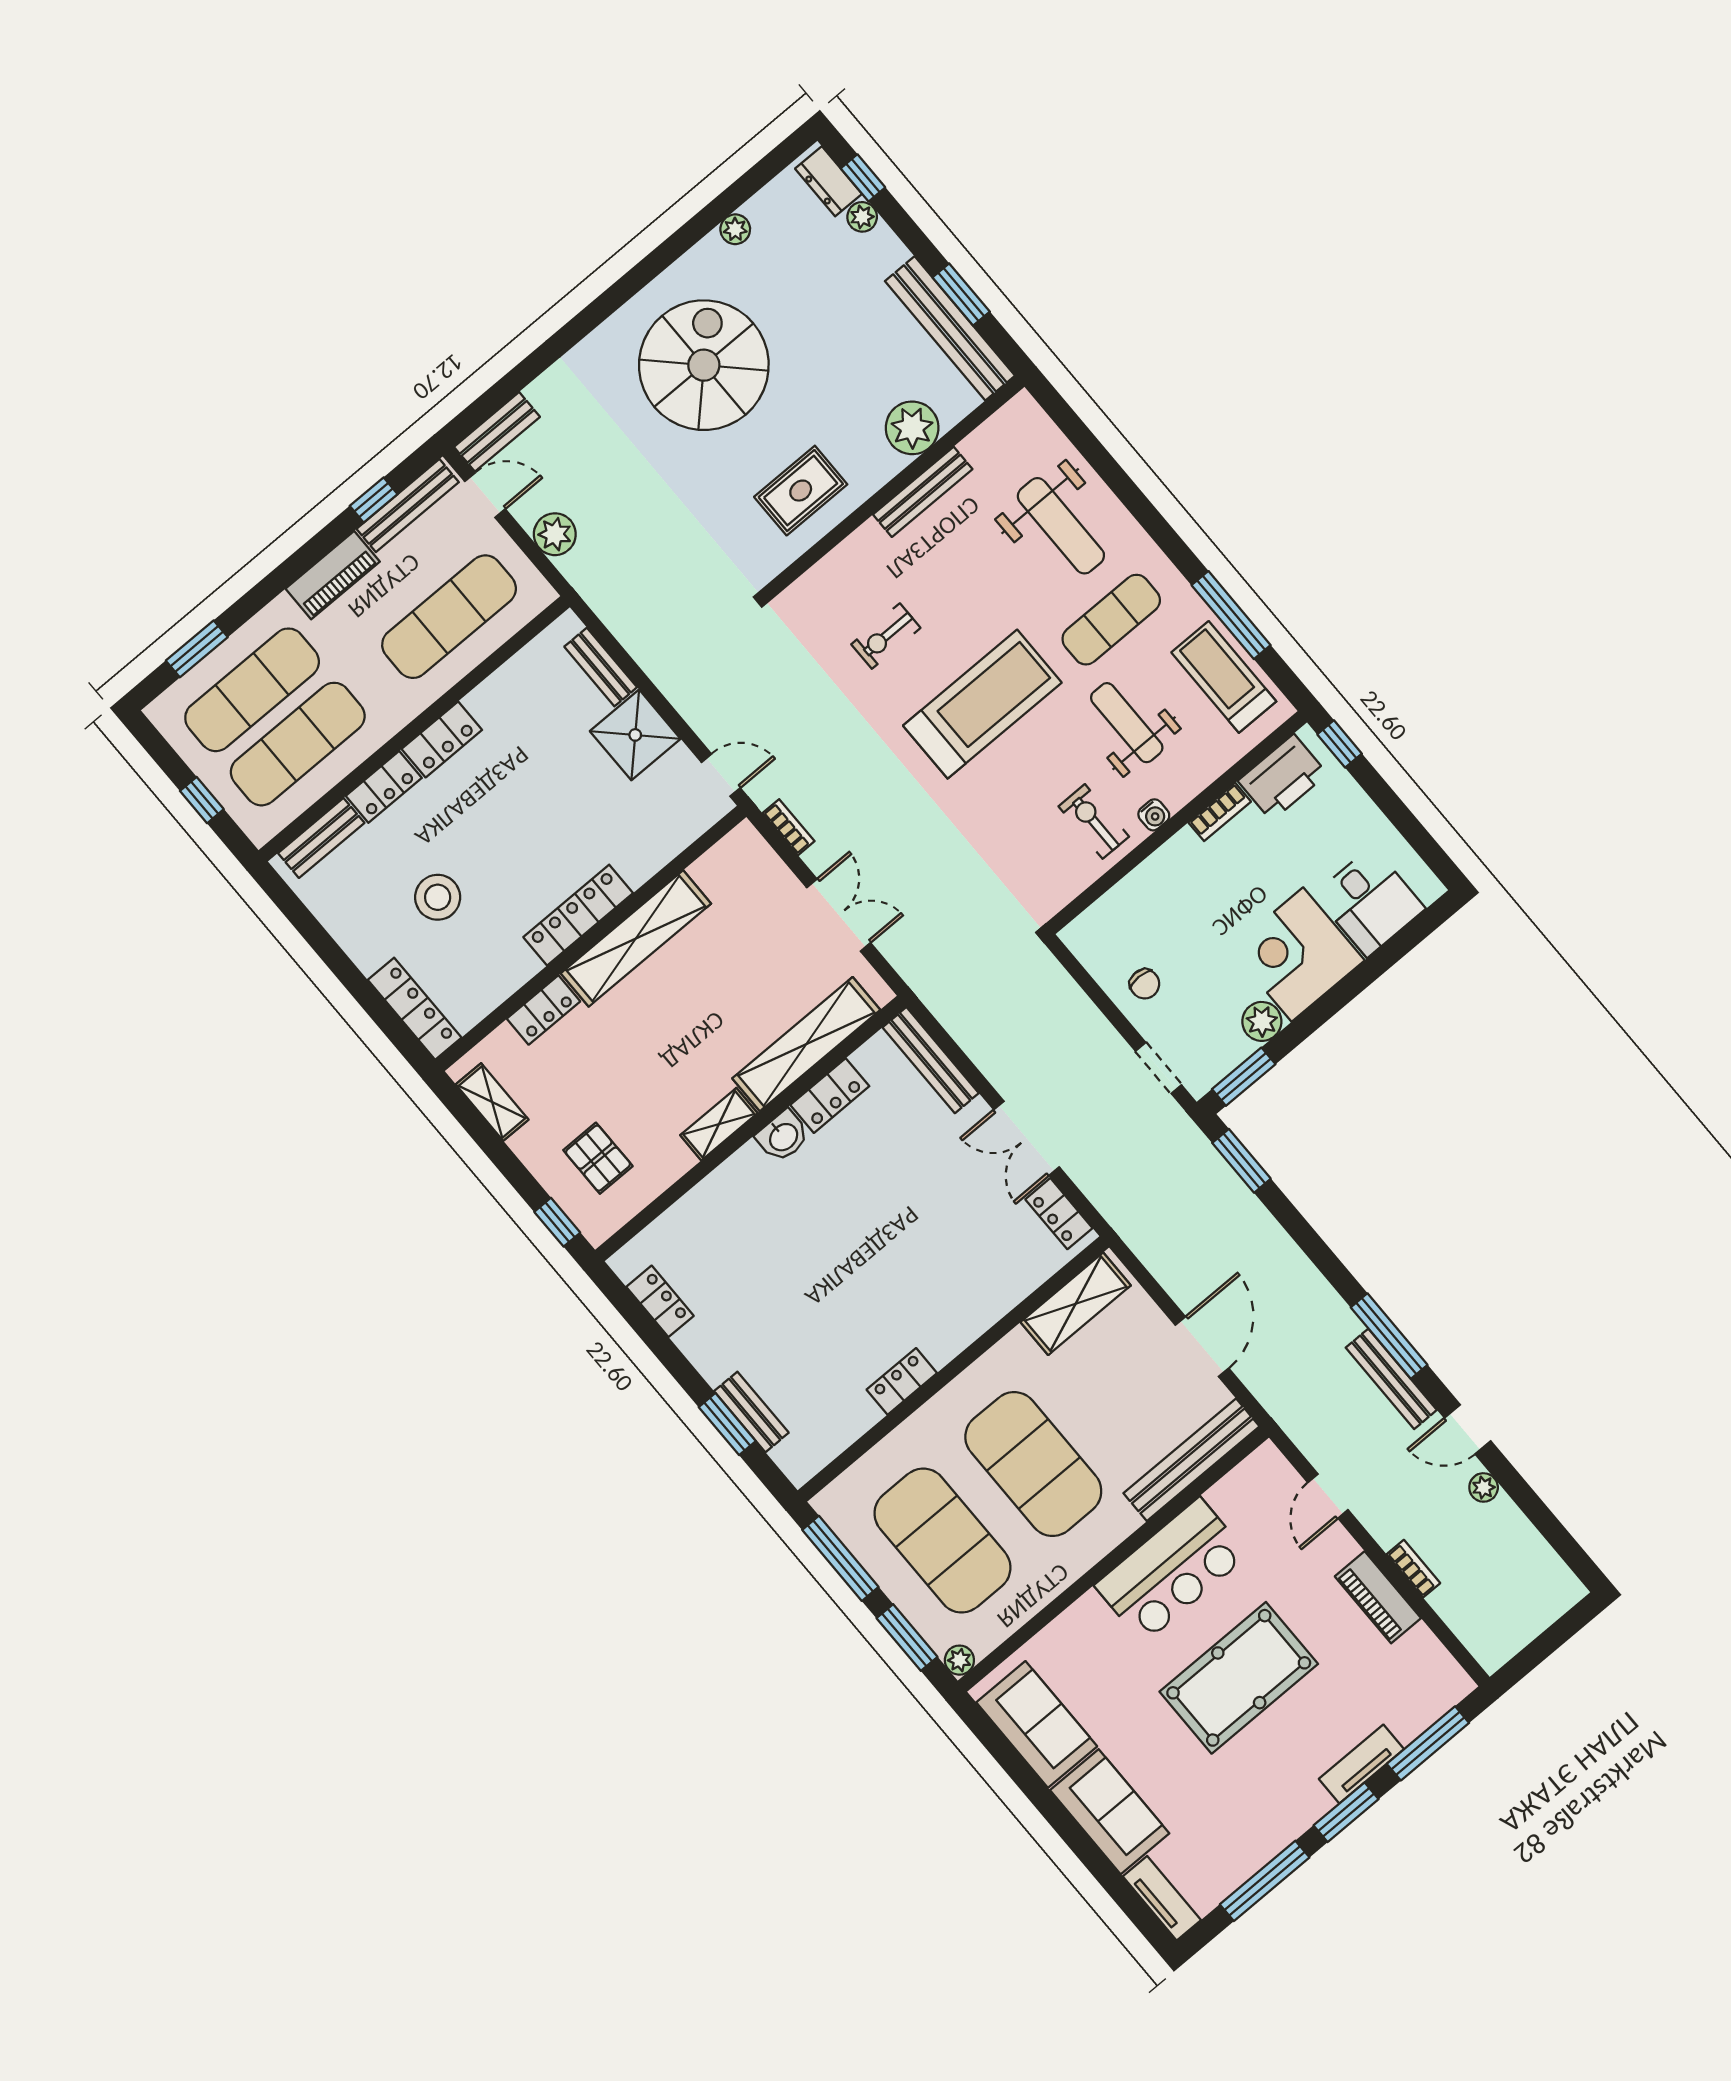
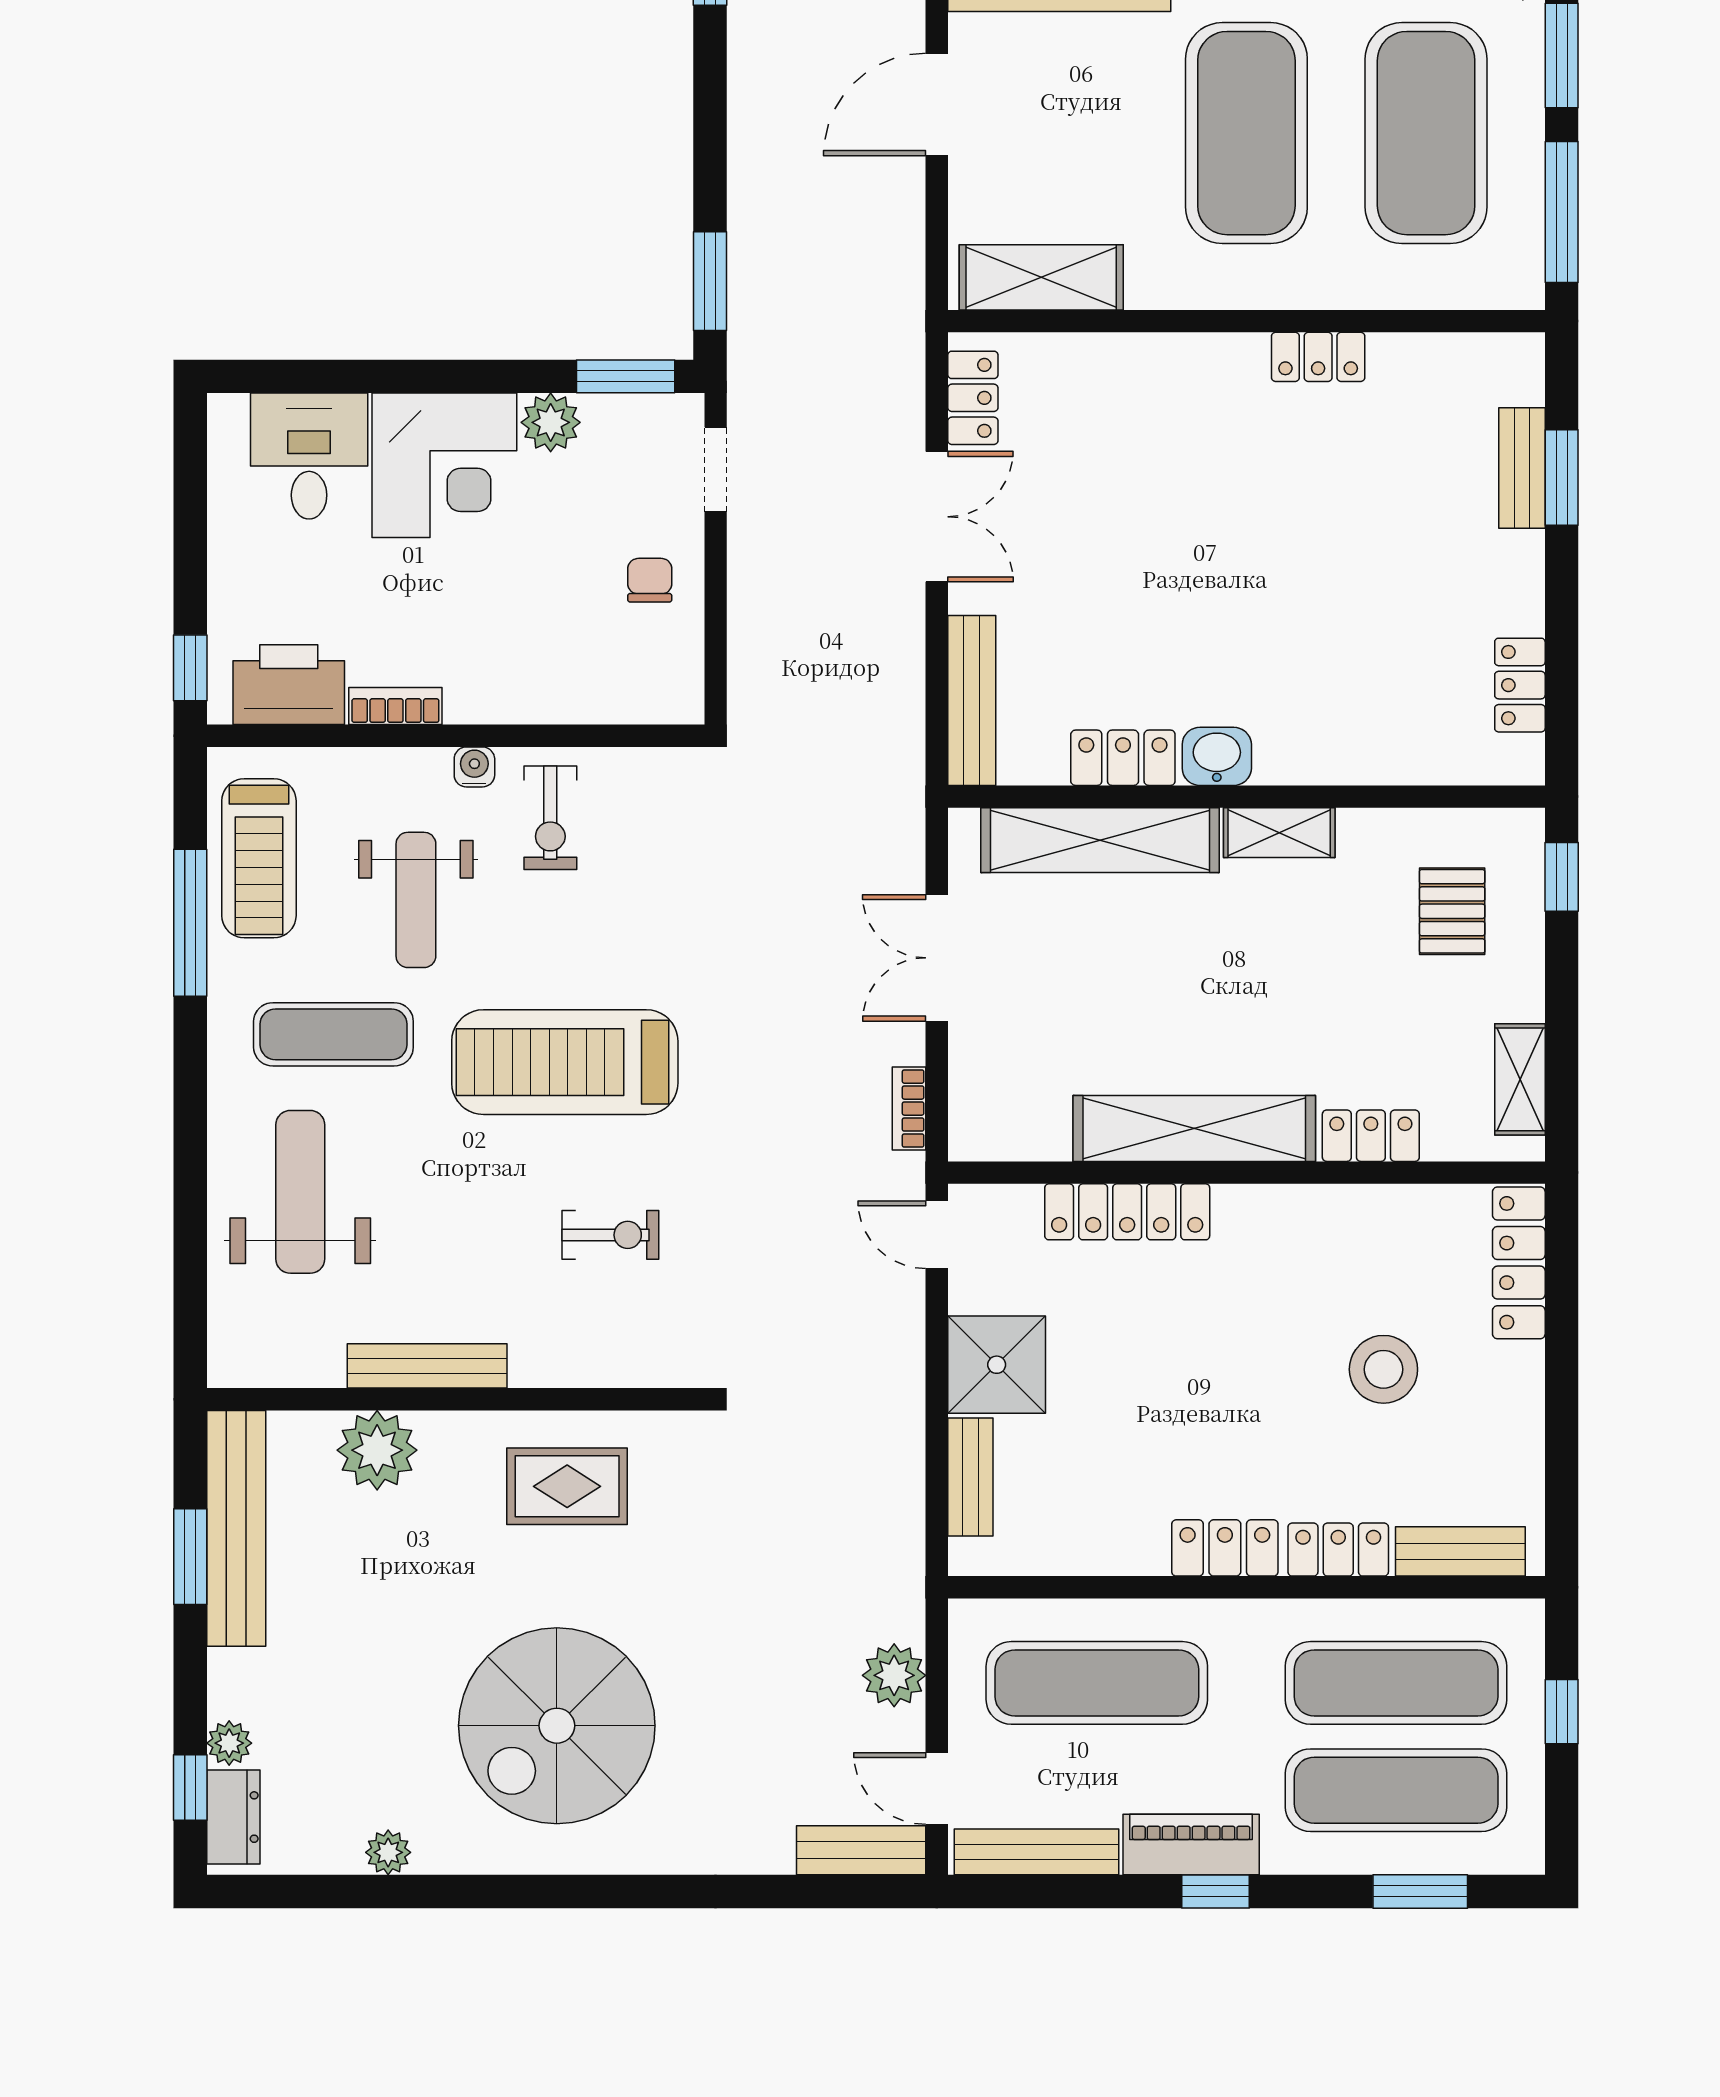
window: (374, 500) -> (1215, 1891), moved
locker: (578, 915) -> (1127, 1212), moved

